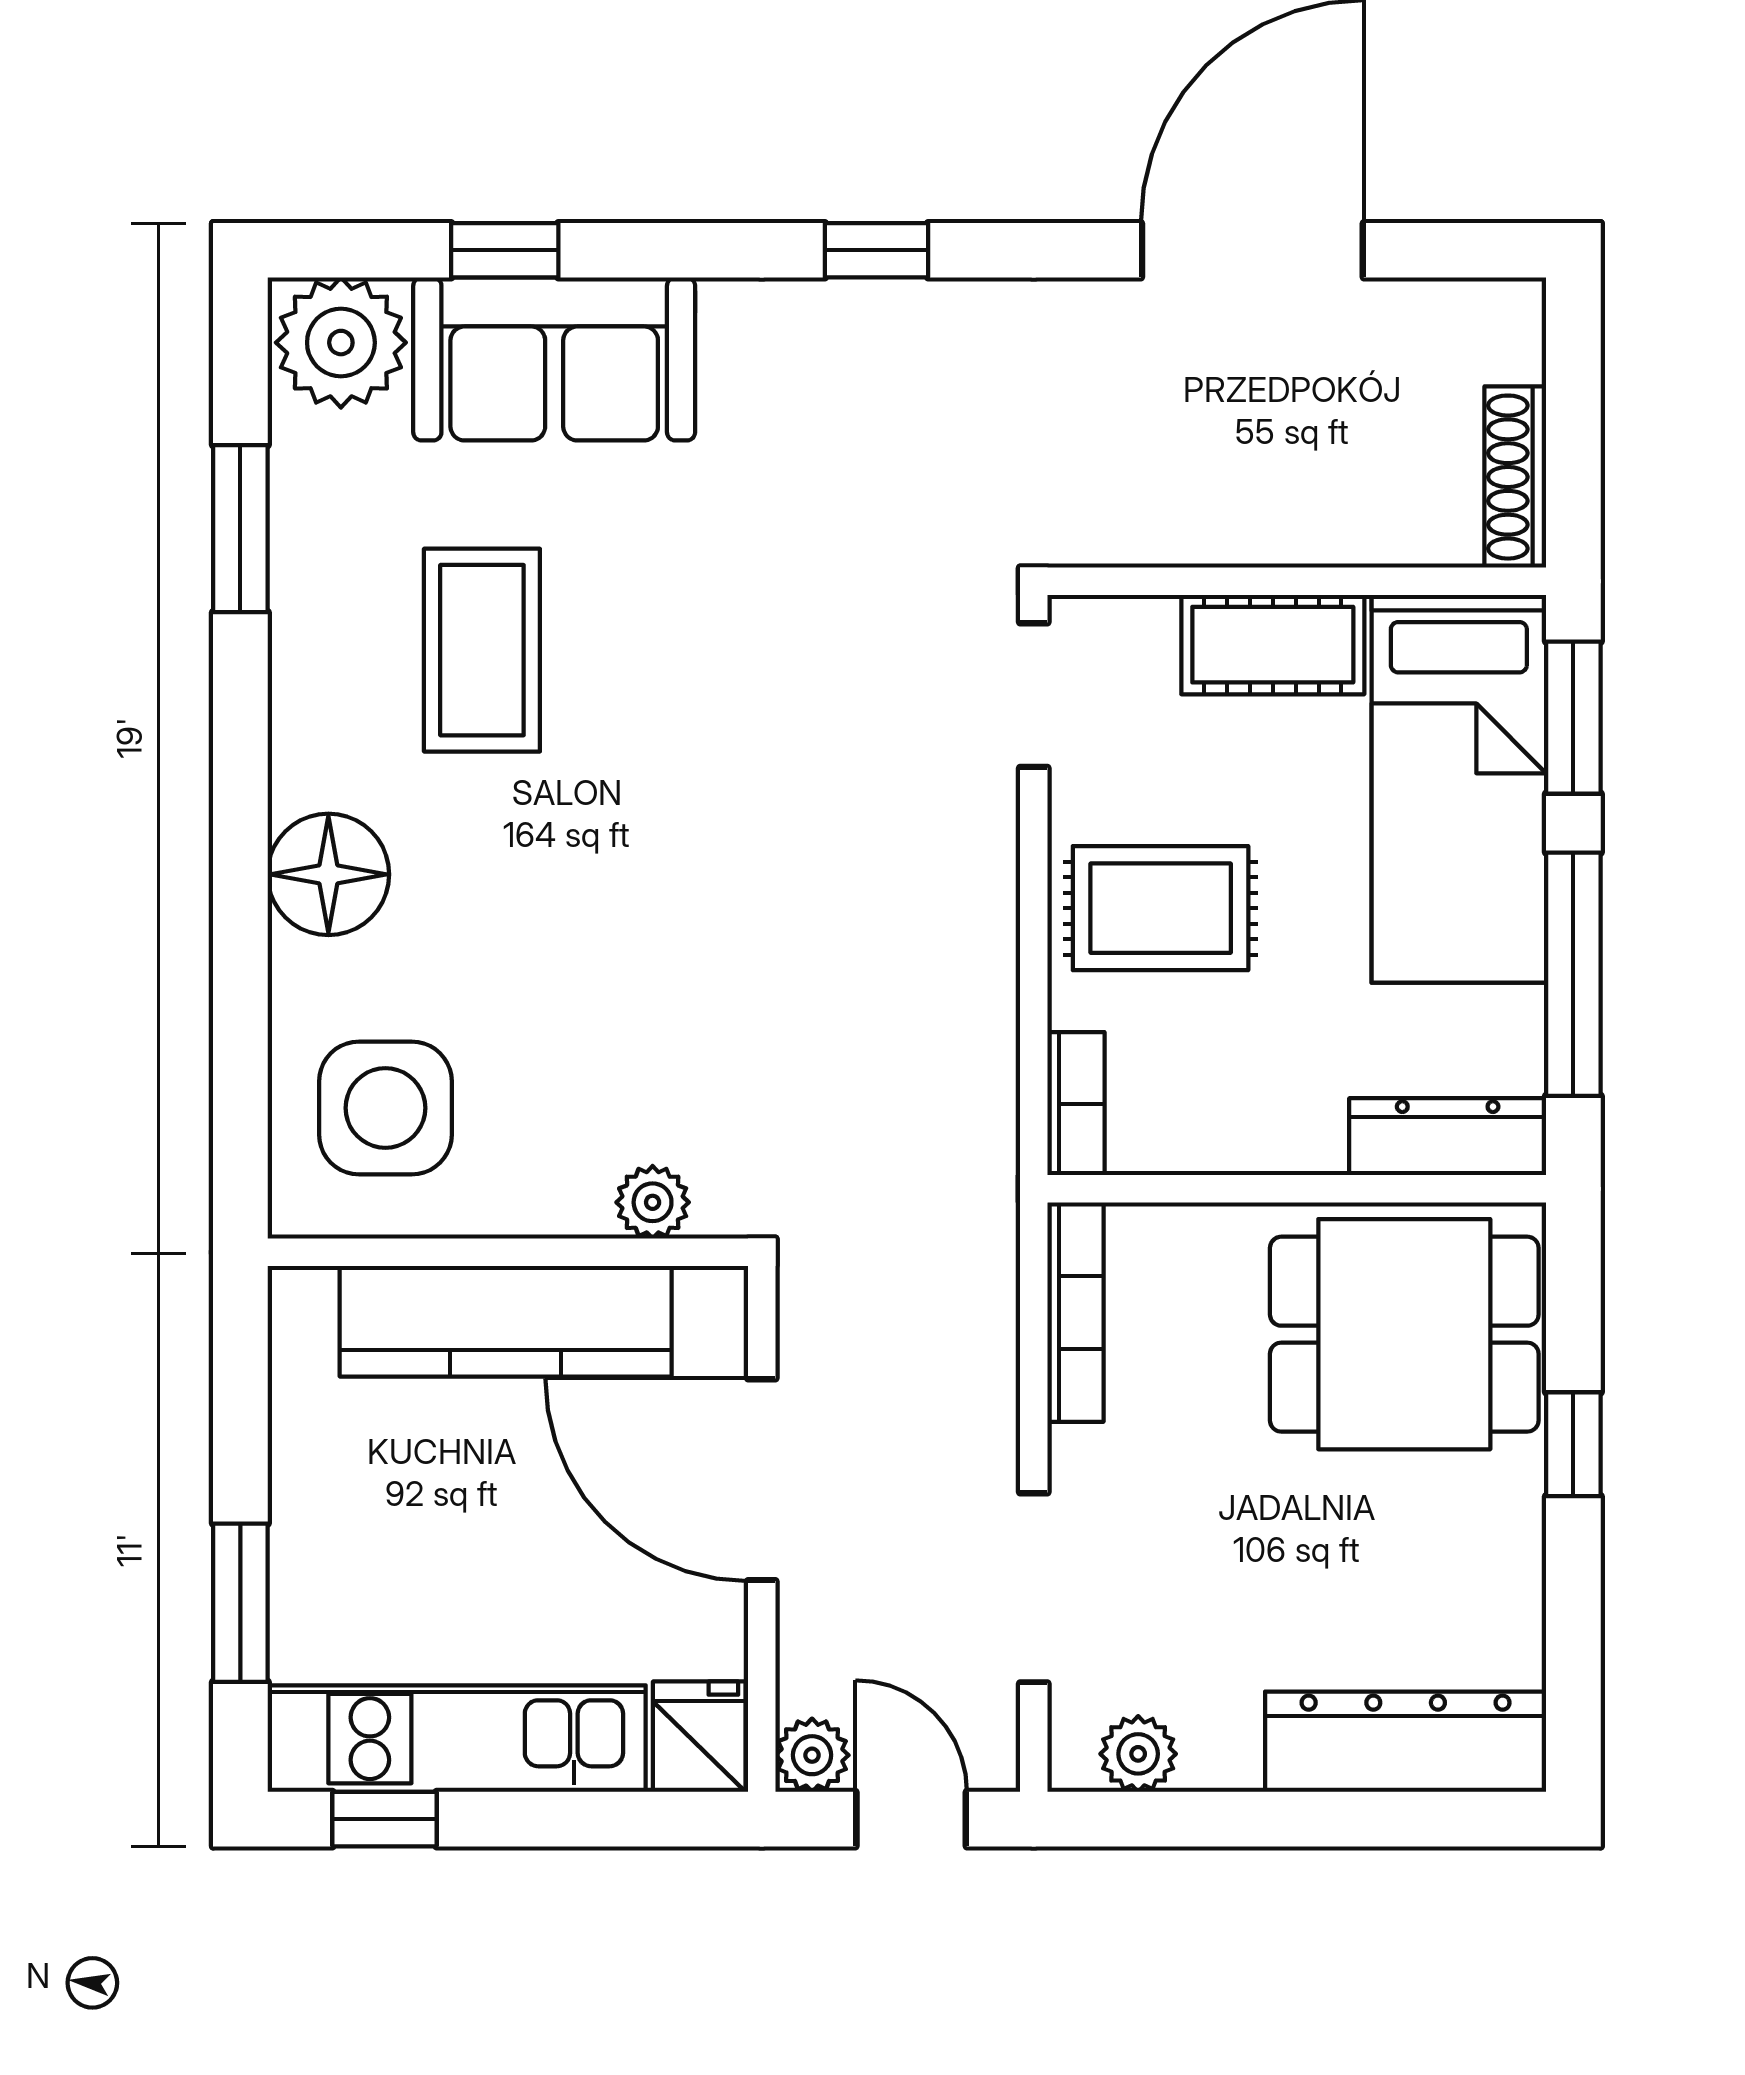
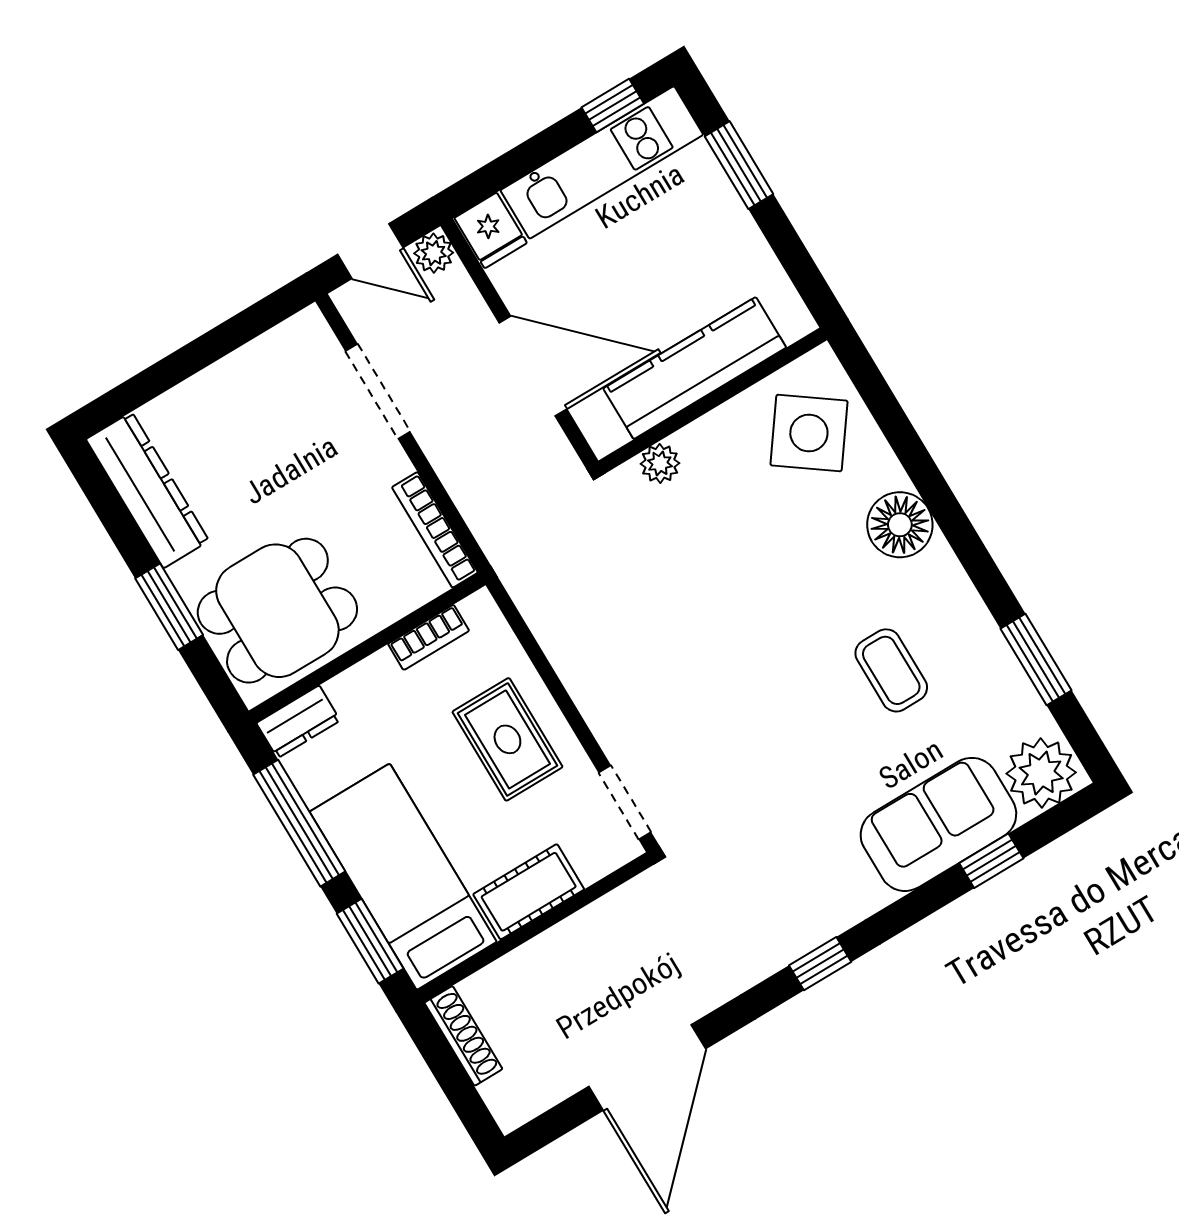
coffee table: (482, 650) -> (891, 670), width x0.73, depth x0.77
rug: (1161, 908) -> (507, 739), turned 90
bookcase: (1076, 1104) -> (429, 637), moved, turned -90
side table: (385, 1108) -> (809, 433), turned 36
dresser: (1448, 1137) -> (298, 722), width x0.70
window: (1573, 1444) -> (169, 607), width x1.50
dresser: (1406, 1742) -> (148, 490), moved, turned -90
plant: (1138, 1754) -> (284, 344), removed

